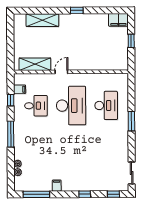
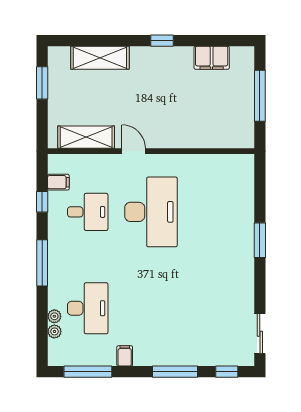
filing cabinet: (118, 20) -> (212, 58), moved
window: (10, 34) -> (42, 83), added
window: (131, 41) -> (260, 96), width x2.17
door: (61, 72) -> (134, 151), hinge flipped
desk: (106, 105) -> (88, 308), moved
window: (85, 194) -> (175, 372), width x2.17

